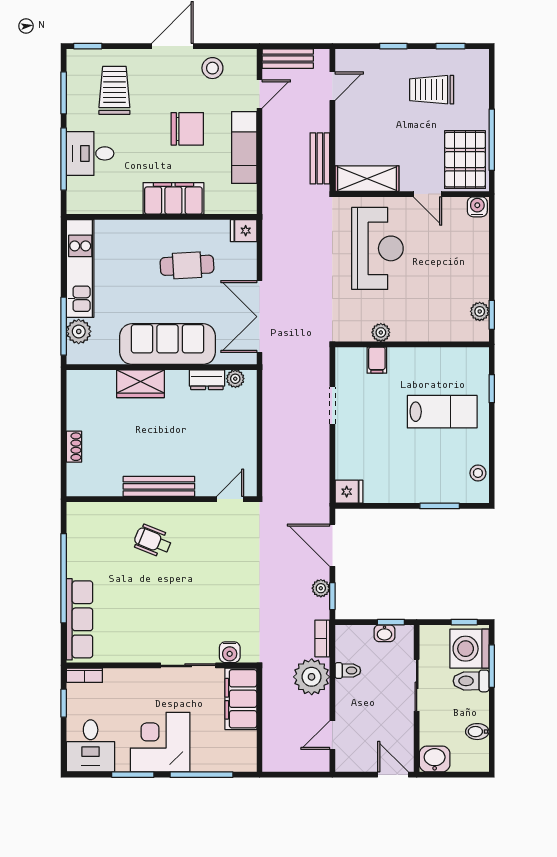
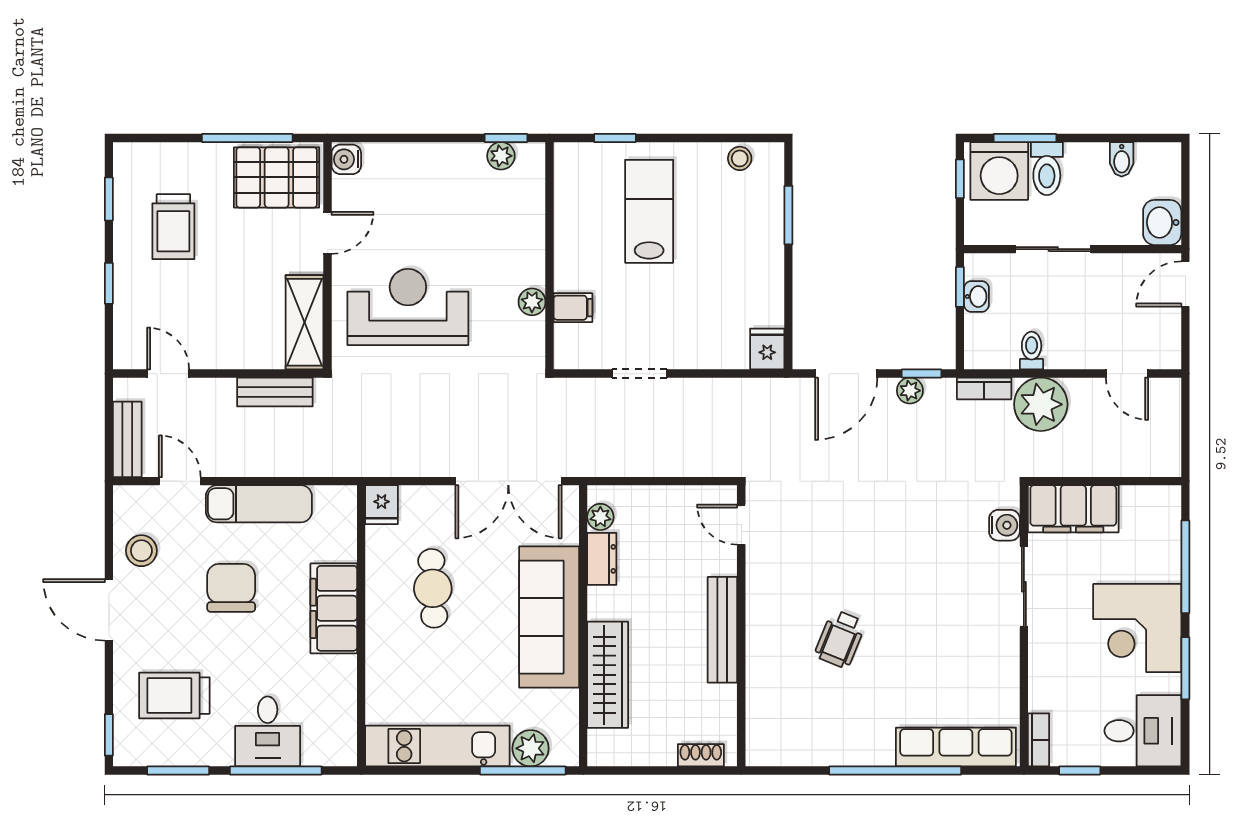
wardrobe: (140, 384) -> (608, 675), width x1.50
bench: (159, 486) -> (722, 630), moved
wall: (162, 499) -> (741, 626), moved
door: (230, 499) -> (741, 525), moved

